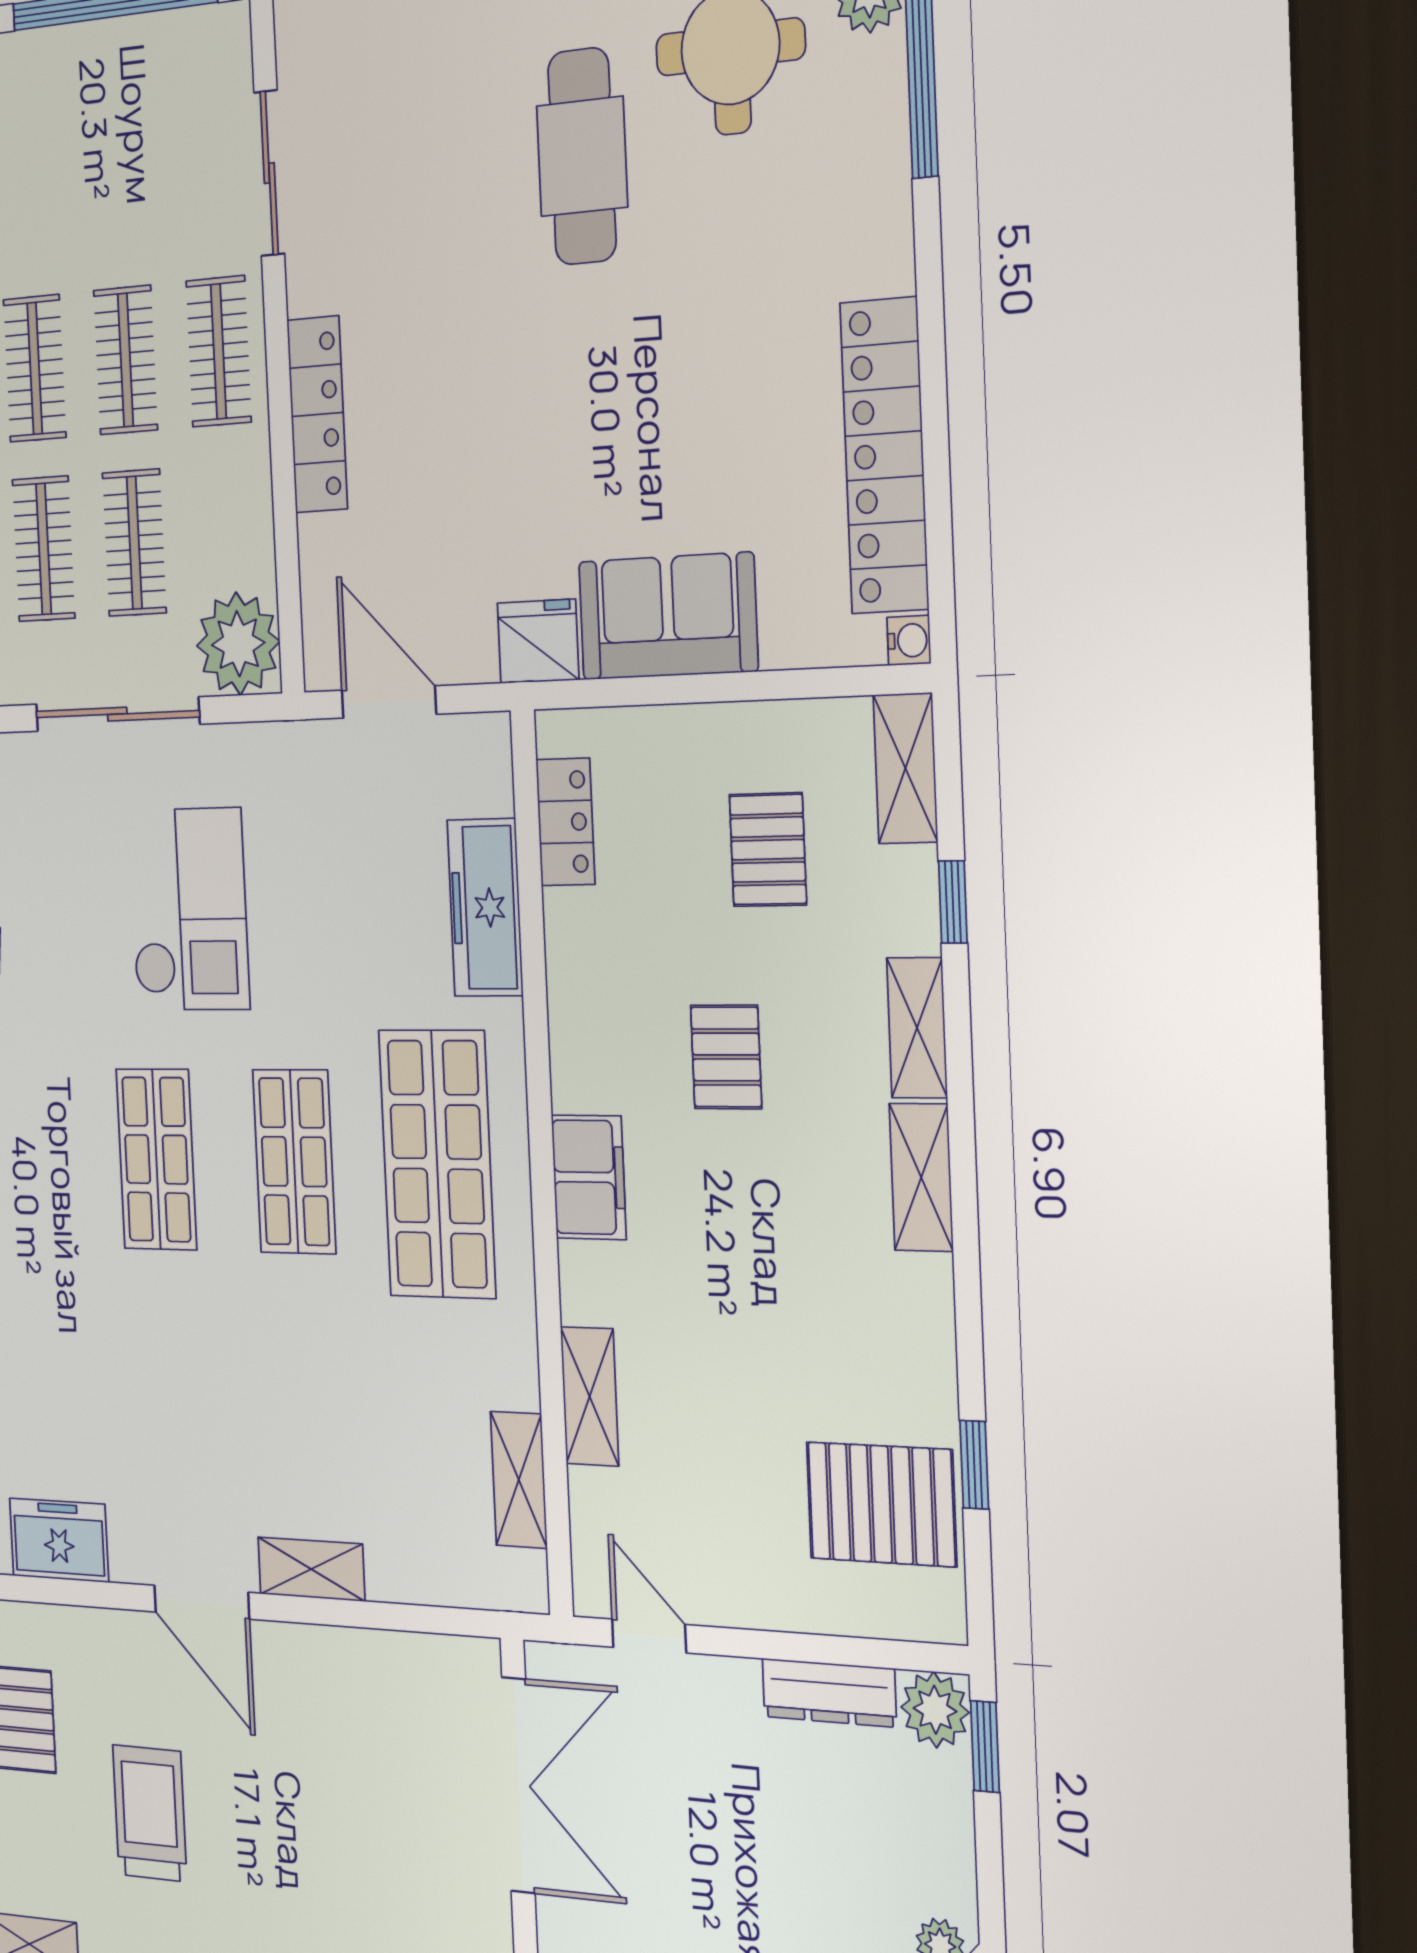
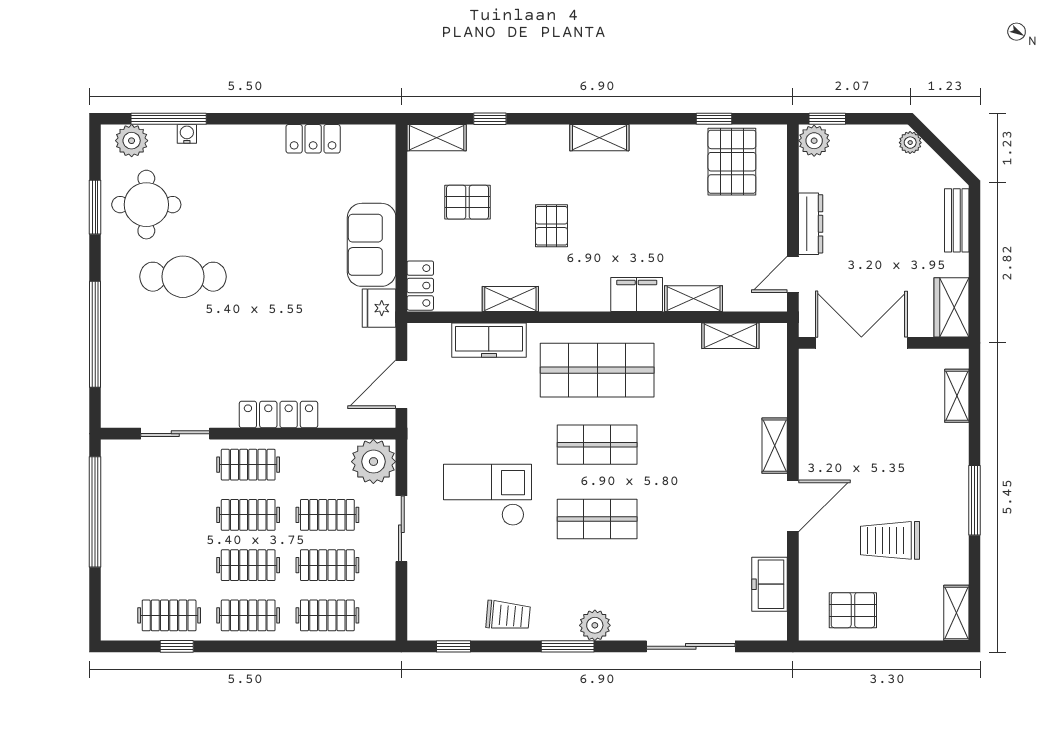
locker: (884, 456) -> (313, 139), width x0.46, depth x0.83
water cooler: (909, 640) -> (187, 134), moved
sliding door: (117, 714) -> (401, 529), width x0.73
locker: (565, 822) -> (420, 286), moved, turned 90
shelving: (917, 1028) -> (510, 299), moved
pallet: (726, 1057) -> (551, 226), turned 90
filing cabinet: (589, 1177) -> (637, 294), moved
dresser: (829, 1693) -> (811, 224), moved

